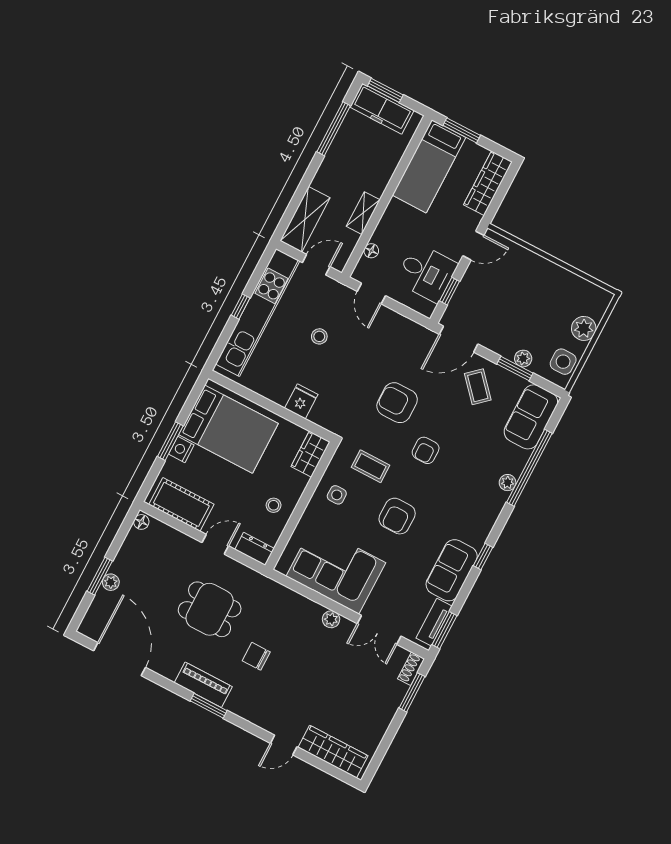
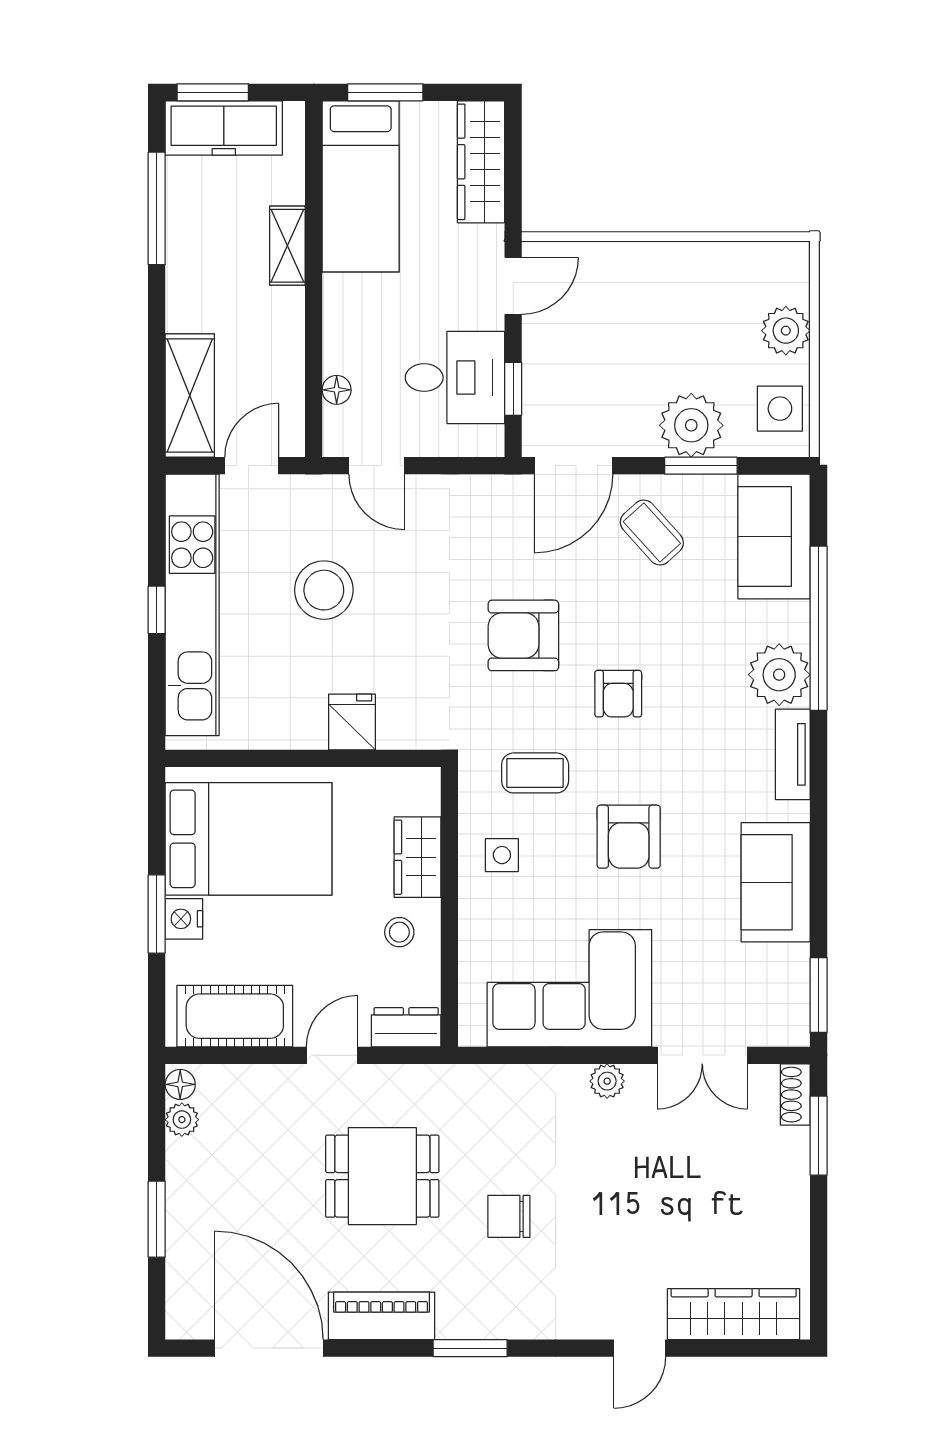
shelving: (363, 213) -> (287, 246), moved
stool: (319, 336) -> (324, 590), width x1.89, depth x1.89
plant: (523, 359) -> (691, 425), width x1.87, depth x1.87
wardrobe: (311, 454) -> (418, 857), moved
plant: (508, 483) -> (779, 675), width x1.88, depth x1.88
window: (483, 557) -> (819, 829), removed
plant: (111, 582) -> (182, 1120), moved
tv unit: (434, 622) -> (793, 754), moved
piano: (203, 685) -> (382, 1316), moved

